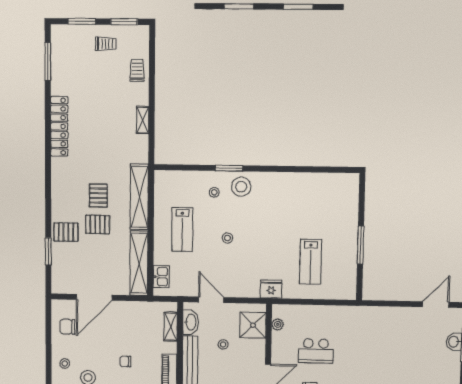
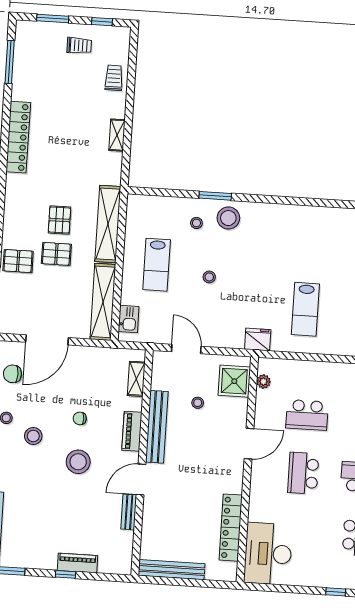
window: (124, 22) -> (102, 22), width x0.67
washbasin: (191, 322) -> (160, 375), removed

